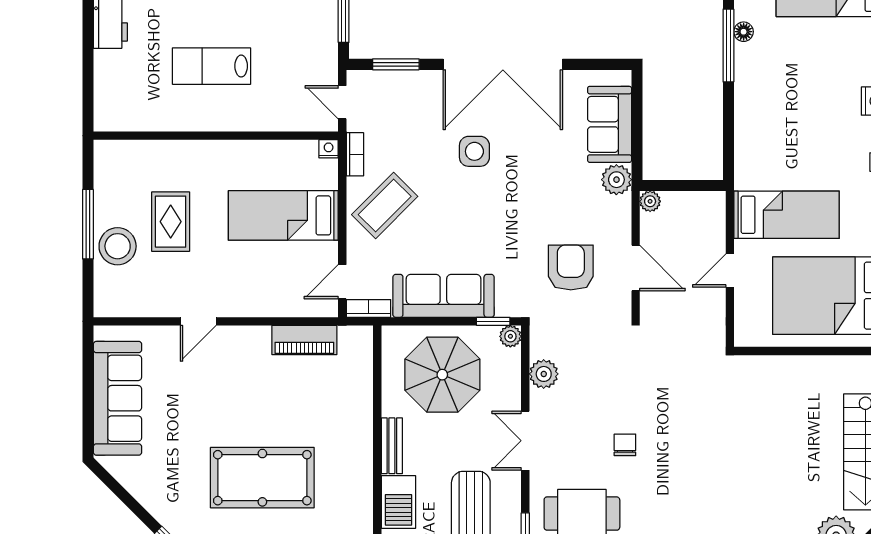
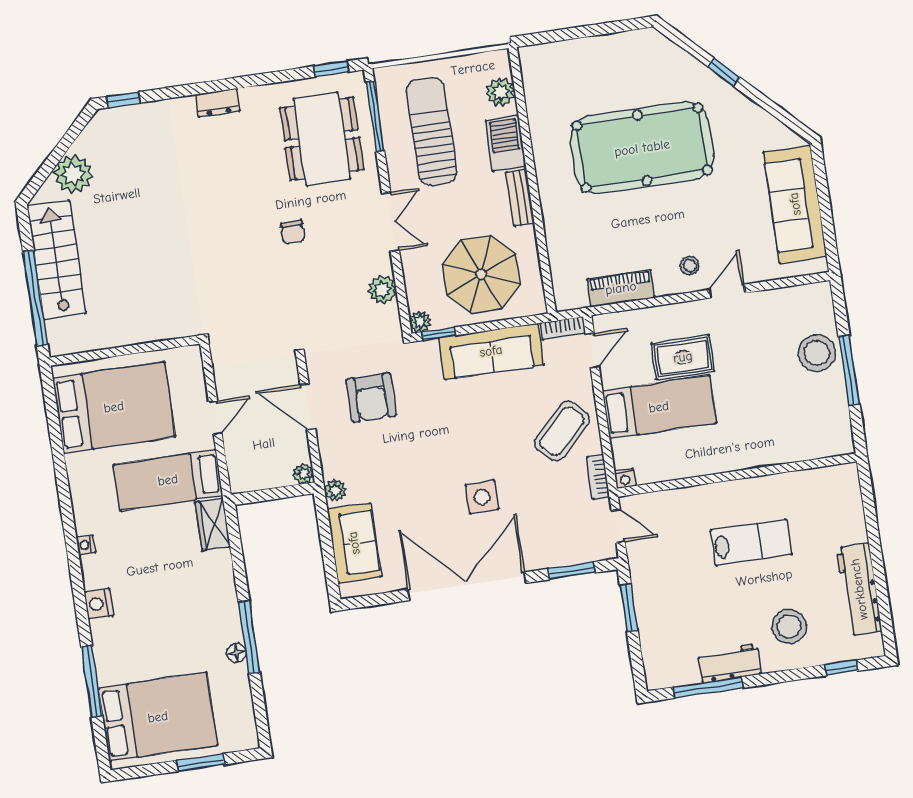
wardrobe: (748, 164) -> (213, 524), added
plant: (616, 180) -> (335, 491), width x0.73, depth x0.73
rug: (171, 222) -> (683, 357), moved, turned 90
stool: (232, 353) -> (690, 265), added
pool table: (262, 478) -> (642, 148), width x1.36, depth x1.32

